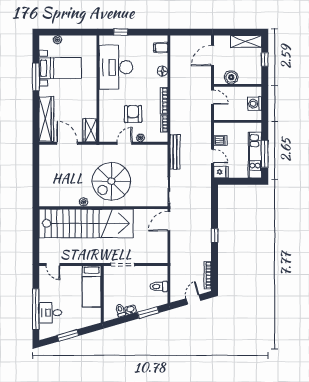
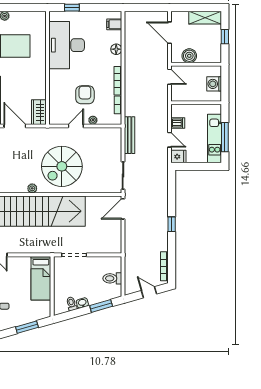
door: (213, 56) -> (169, 33), hinge flipped
door: (193, 300) -> (149, 292), hinge flipped
window: (68, 335) -> (27, 327), moved

